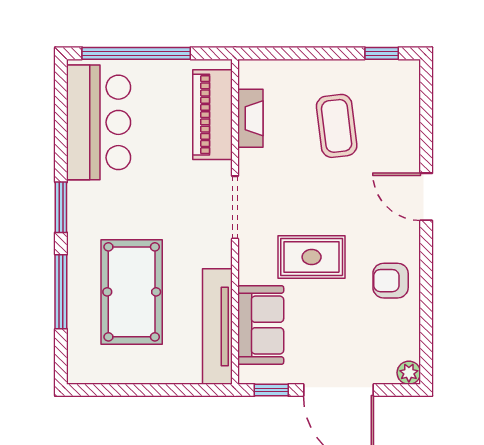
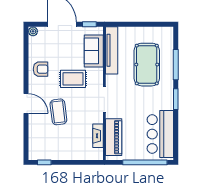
coffee table: (337, 126) -> (58, 112), moved

